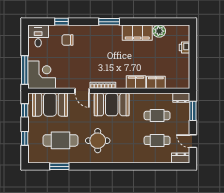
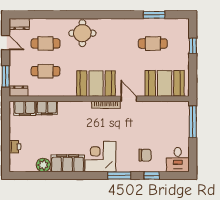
window: (109, 22) -> (119, 175), moved
corner desk: (42, 75) -> (100, 157), moved, turned 90
filing cabinet: (136, 82) -> (25, 108), moved
window: (25, 110) -> (193, 77), removed
cafe table: (61, 140) -> (153, 44), width x0.73, depth x0.74
round table: (98, 141) -> (82, 33), moved

